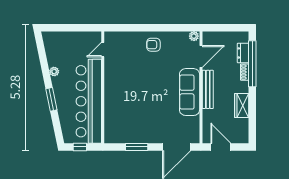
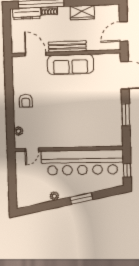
plant: (194, 36) -> (18, 131), moved
door: (103, 50) -> (32, 150), hinge flipped
dresser: (243, 53) -> (27, 13), width x1.44

